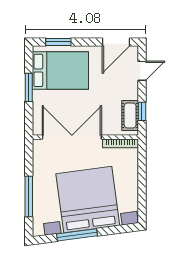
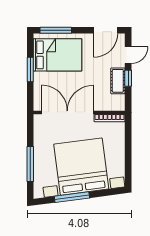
window: (58, 42) -> (56, 30), width x1.44
window: (142, 111) -> (128, 78), moved
cot: (130, 115) -> (118, 81), moved

